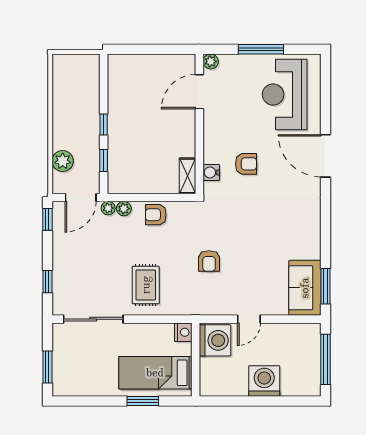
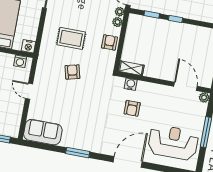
armchair: (209, 261) -> (72, 72), turned 76
rug: (146, 285) -> (71, 38), moved
window: (326, 286) -> (78, 153), moved
washing machine: (215, 340) -> (20, 61), width x0.53, depth x0.53

